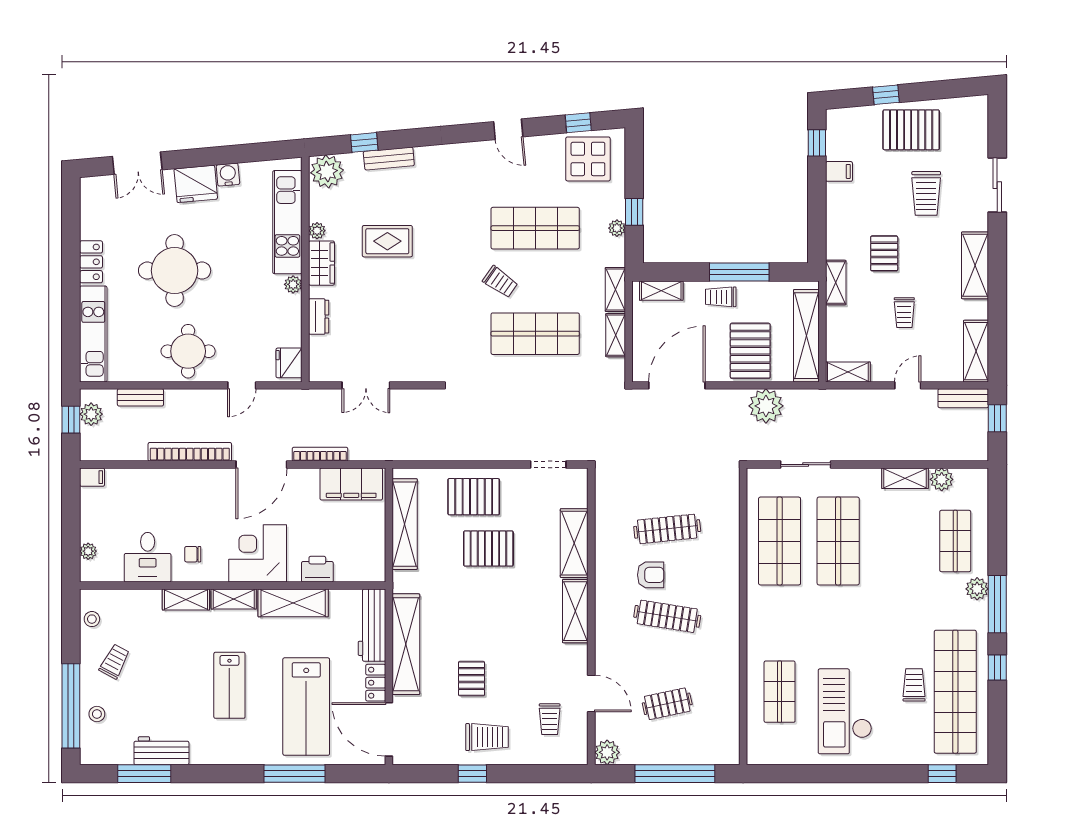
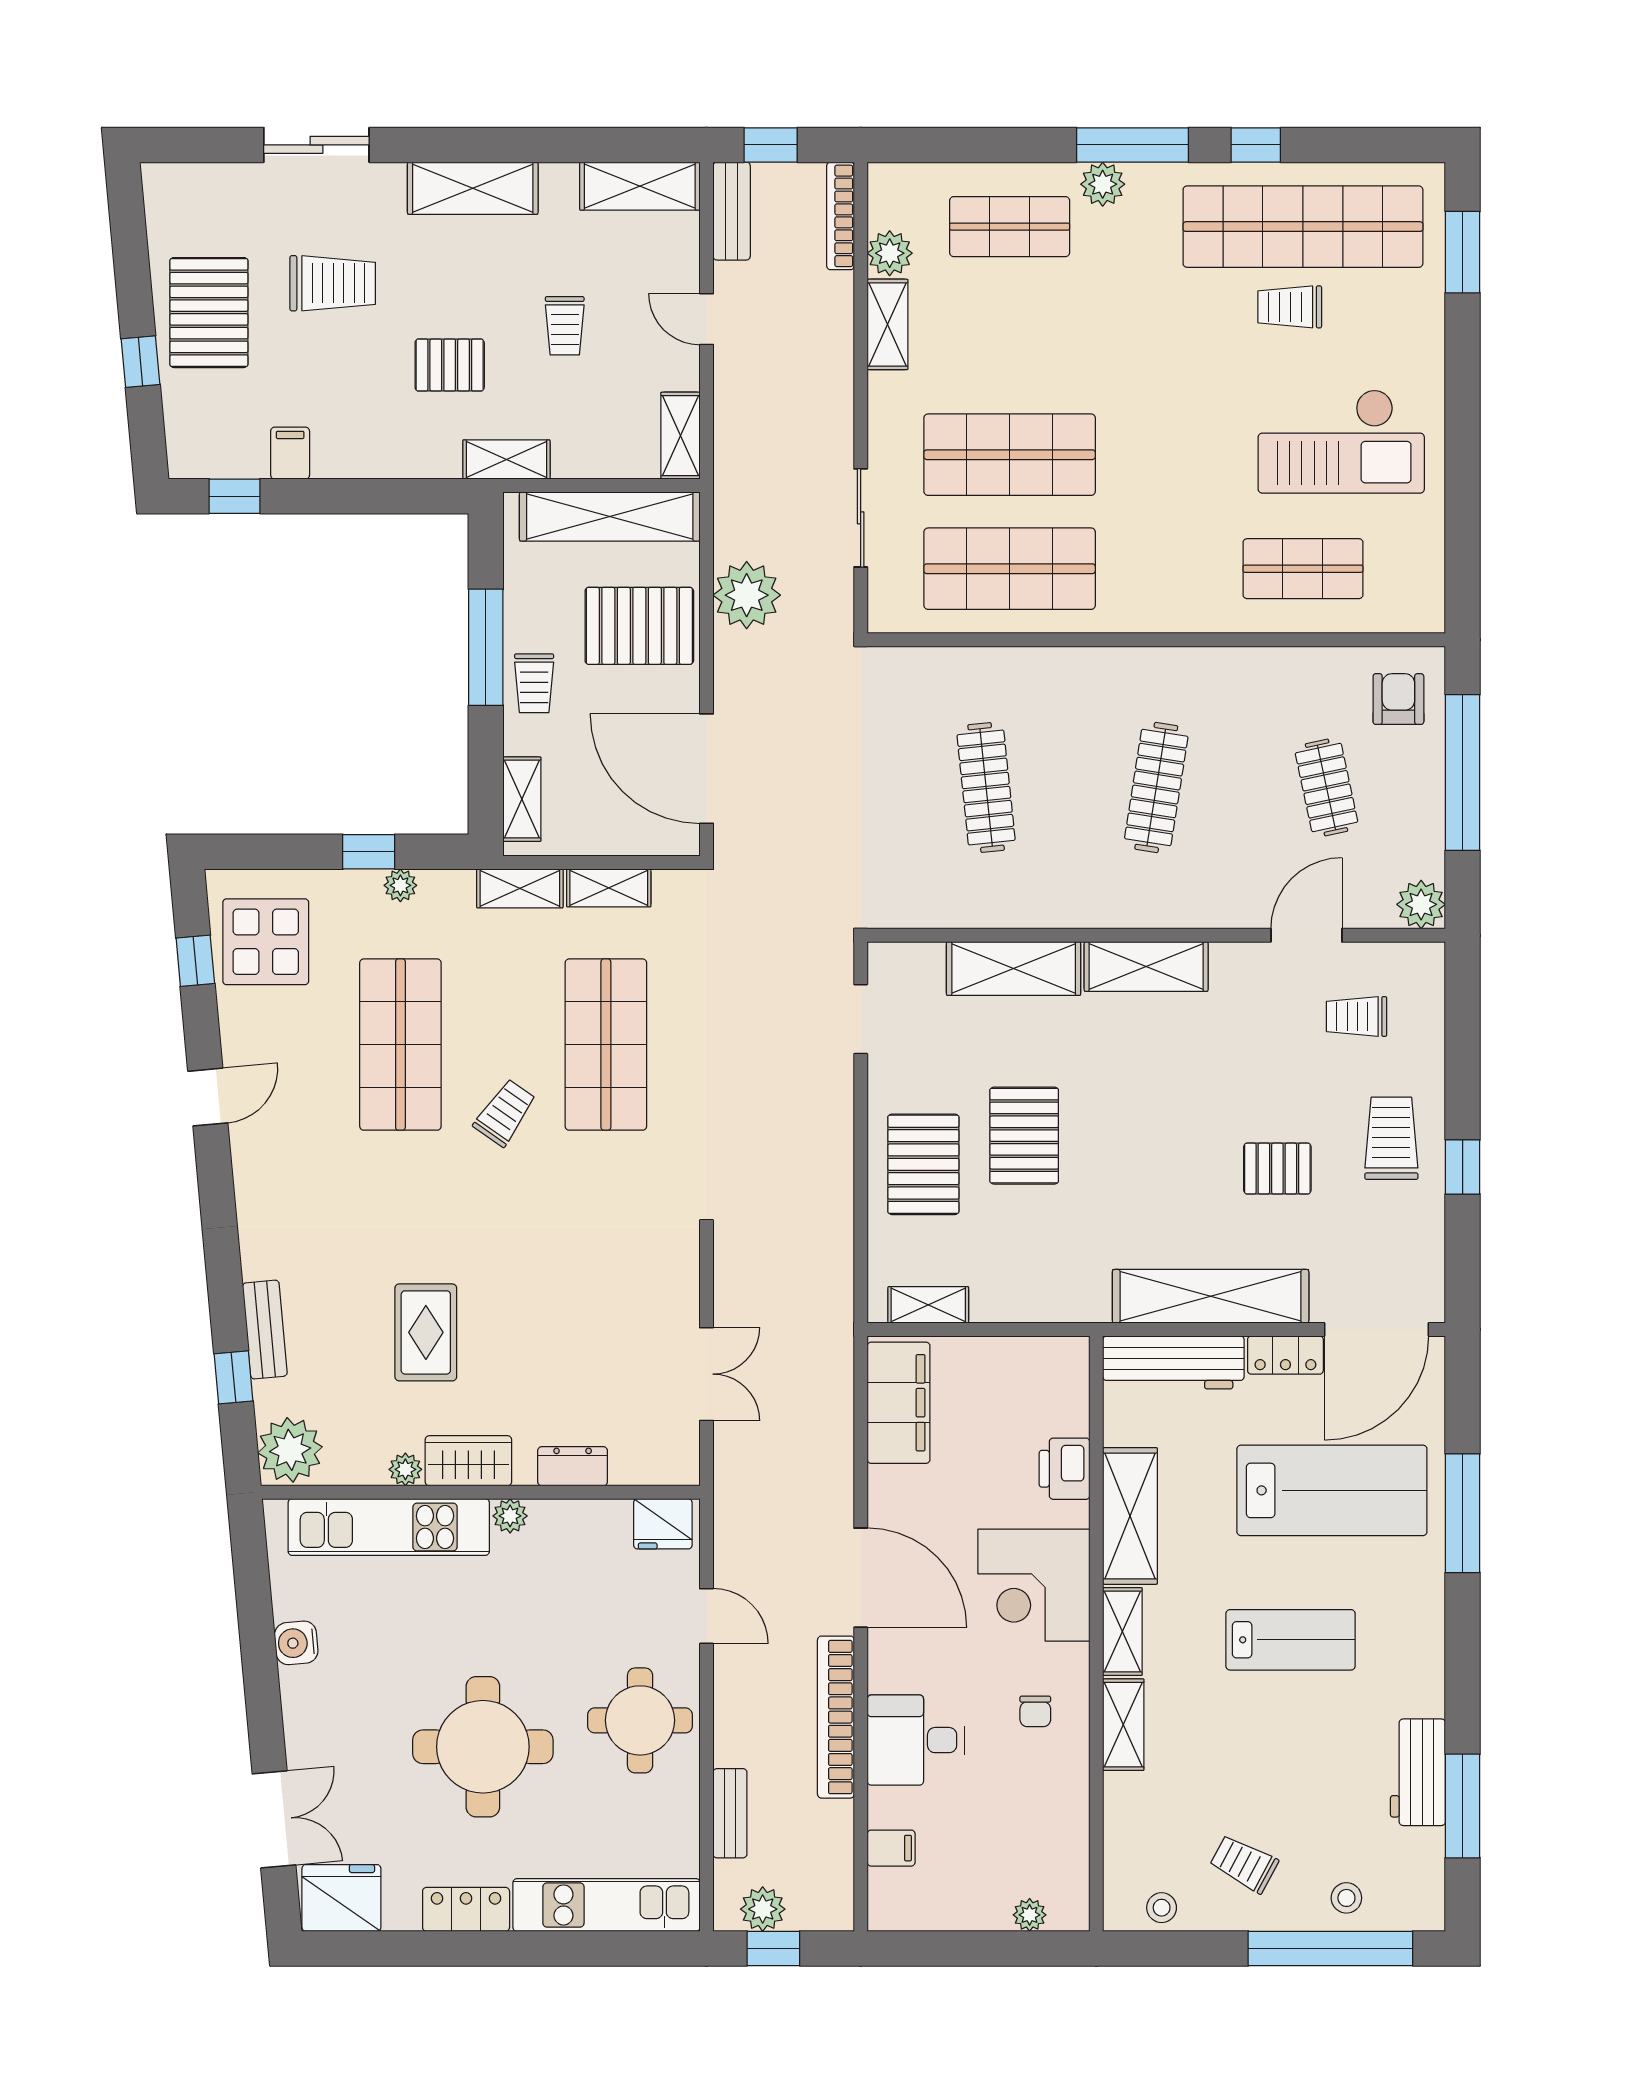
fridge: (196, 184) -> (341, 1898), moved, turned -85
trolley: (904, 313) -> (565, 326), turned 90
bookcase: (320, 454) -> (840, 216), moved
filing cabinet: (92, 477) -> (891, 1848), moved, turned 90
shelving: (405, 524) -> (928, 1305), width x0.45, depth x0.75
desk: (148, 557) -> (916, 1740), moved, turned 180
armchair: (651, 575) -> (1398, 699), moved
trolley: (550, 719) -> (1357, 1016), turned 180
window: (942, 774) -> (1463, 252), width x1.50

